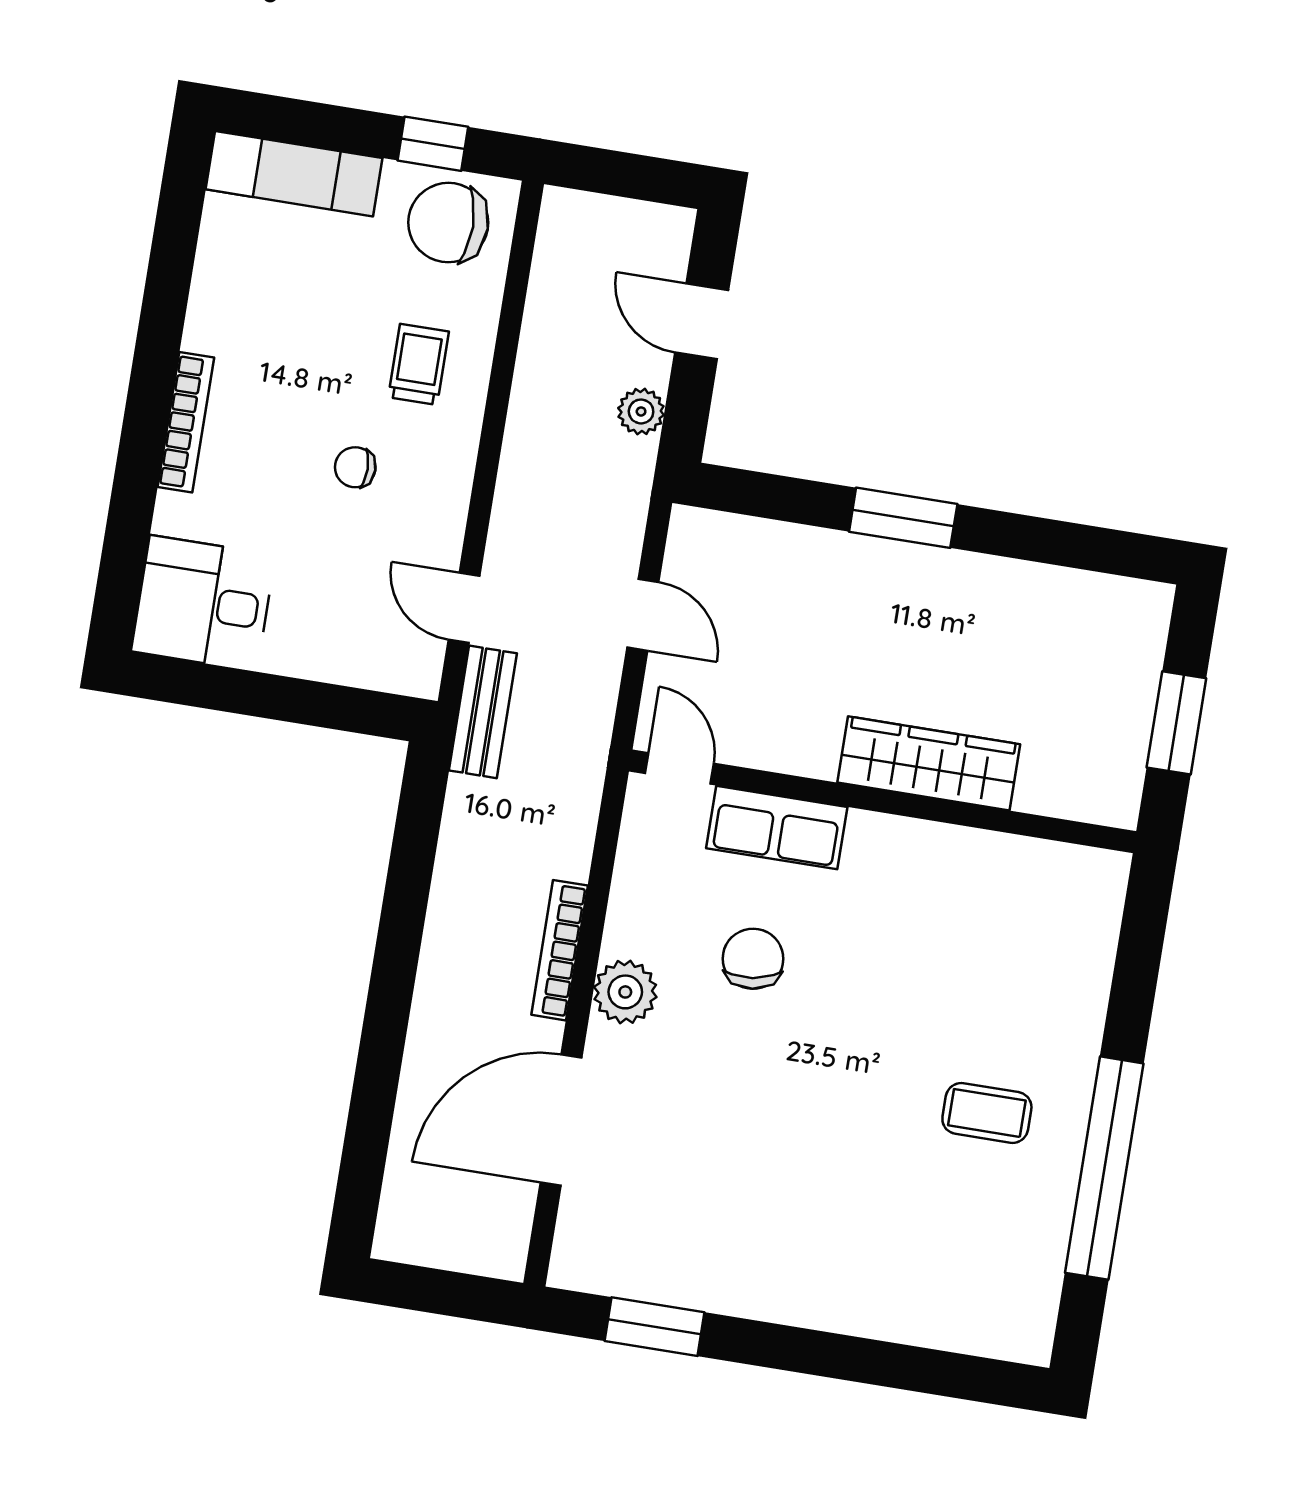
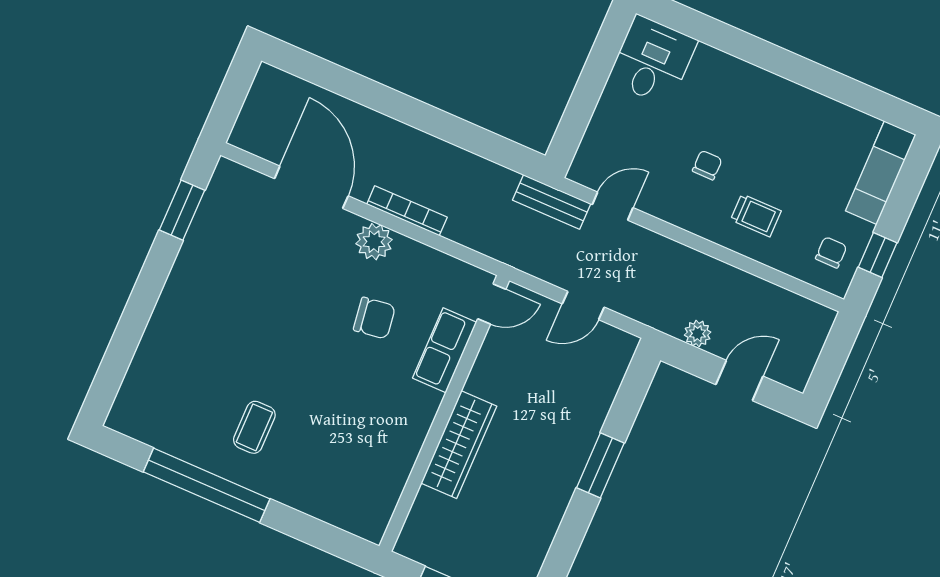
chair: (448, 223) -> (831, 252), width x0.54, depth x0.54
bookcase: (186, 422) -> (757, 77), removed

